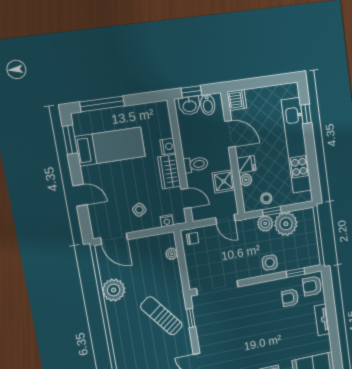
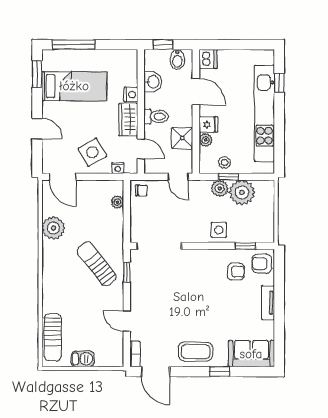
washbasin: (190, 106) -> (153, 82), moved, turned -90
side table: (139, 210) -> (92, 152), width x1.87, depth x1.87
armchair: (290, 298) -> (236, 272), turned 180

